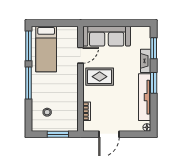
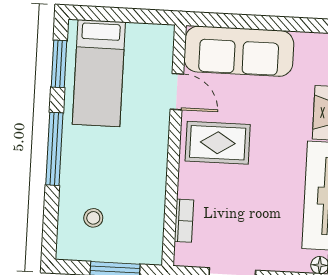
window: (29, 46) -> (59, 64), width x0.69
door: (81, 55) -> (177, 92), hinge flipped

